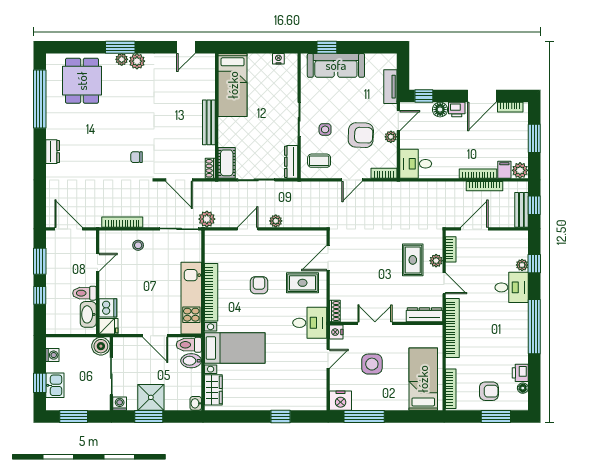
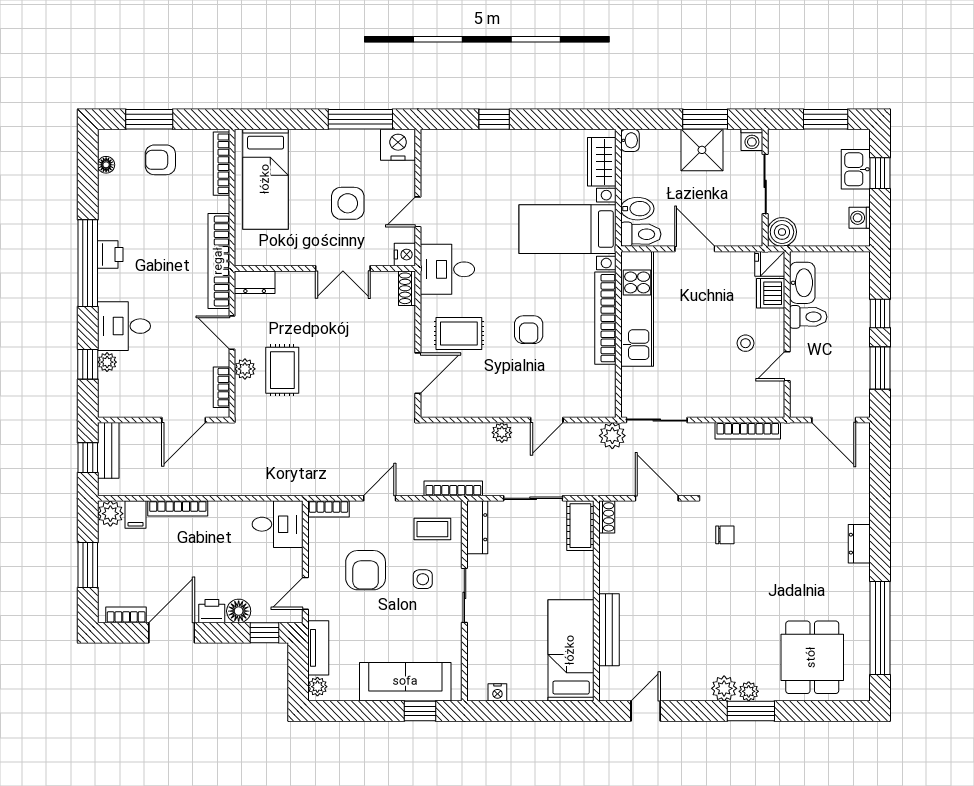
bench: (209, 122) -> (609, 630), moved
armchair: (361, 135) -> (366, 570), turned -92
plant: (391, 137) -> (317, 687), moved
bookcase: (484, 186) -> (453, 488), moved
stool: (138, 245) -> (745, 343), moved
dresser: (425, 315) -> (255, 282), width x0.70
printer: (520, 373) -> (110, 254), moved

